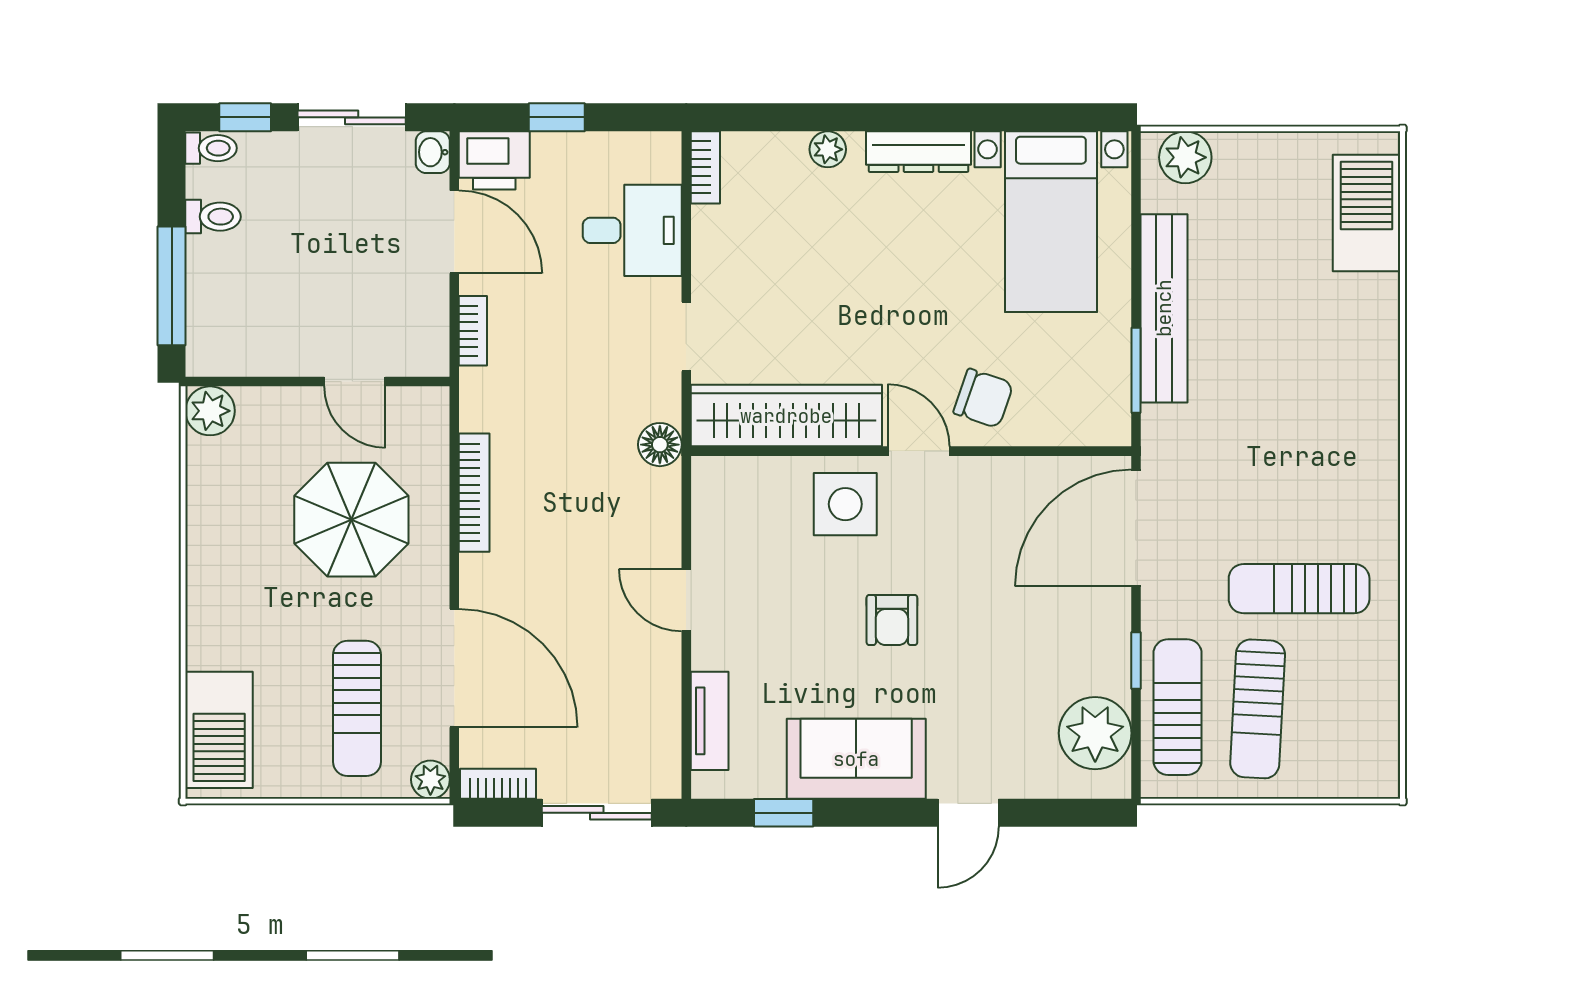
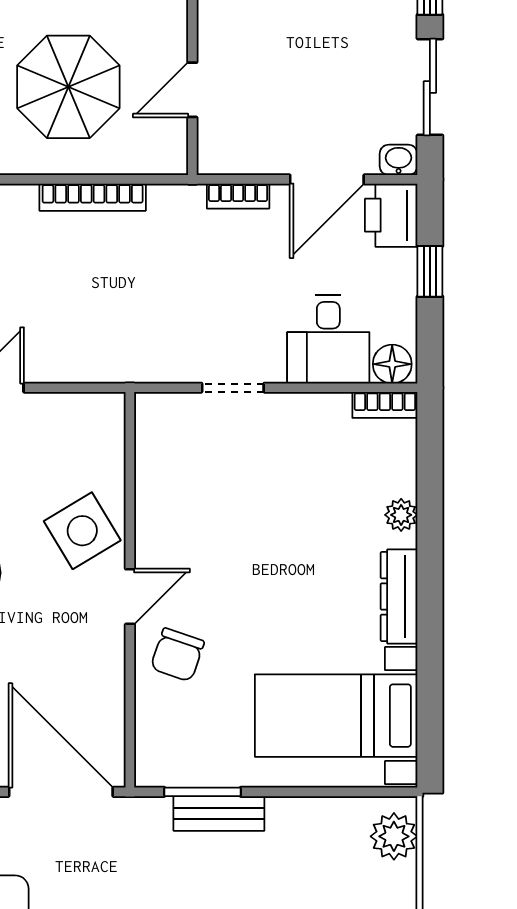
bench: (1164, 308) -> (219, 813), width x0.54, depth x0.82
wardrobe: (786, 416) -> (162, 478), removed
floor lamp: (660, 445) -> (392, 364), moved
side table: (845, 504) -> (82, 531), turned -31

